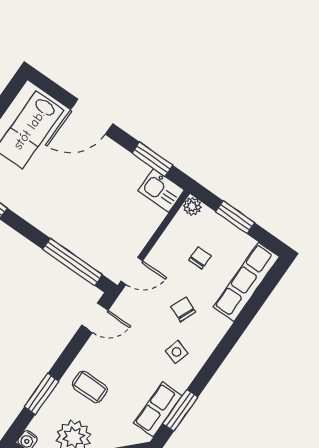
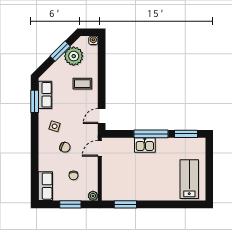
door: (92, 117) -> (166, 204), removed
kitchen sink: (161, 190) -> (145, 145), moved, turned 180
window: (72, 262) -> (151, 134), moved
row of seats: (246, 282) -> (45, 186), width x0.68
window: (42, 394) -> (102, 65), removed

